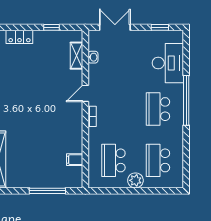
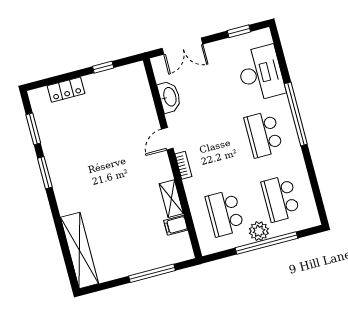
double door: (115, 27) -> (182, 46), swing flipped
shelving: (77, 56) -> (171, 199), moved
washbasin: (93, 57) -> (169, 97), width x1.91, depth x1.45
window: (139, 191) -> (266, 243), added

